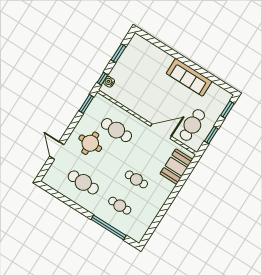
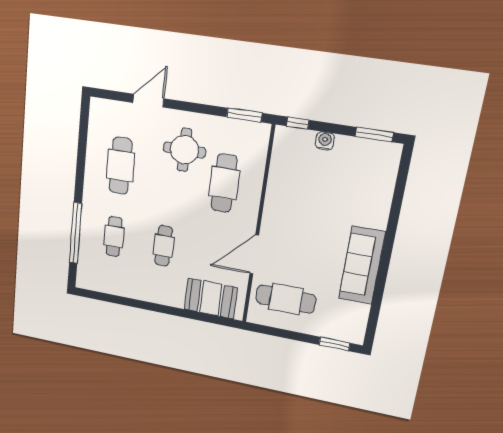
window: (119, 53) -> (374, 135), moved
water cooler: (109, 82) -> (325, 141), moved
door: (161, 131) -> (254, 254), swing flipped
window: (211, 135) -> (283, 333), removed

